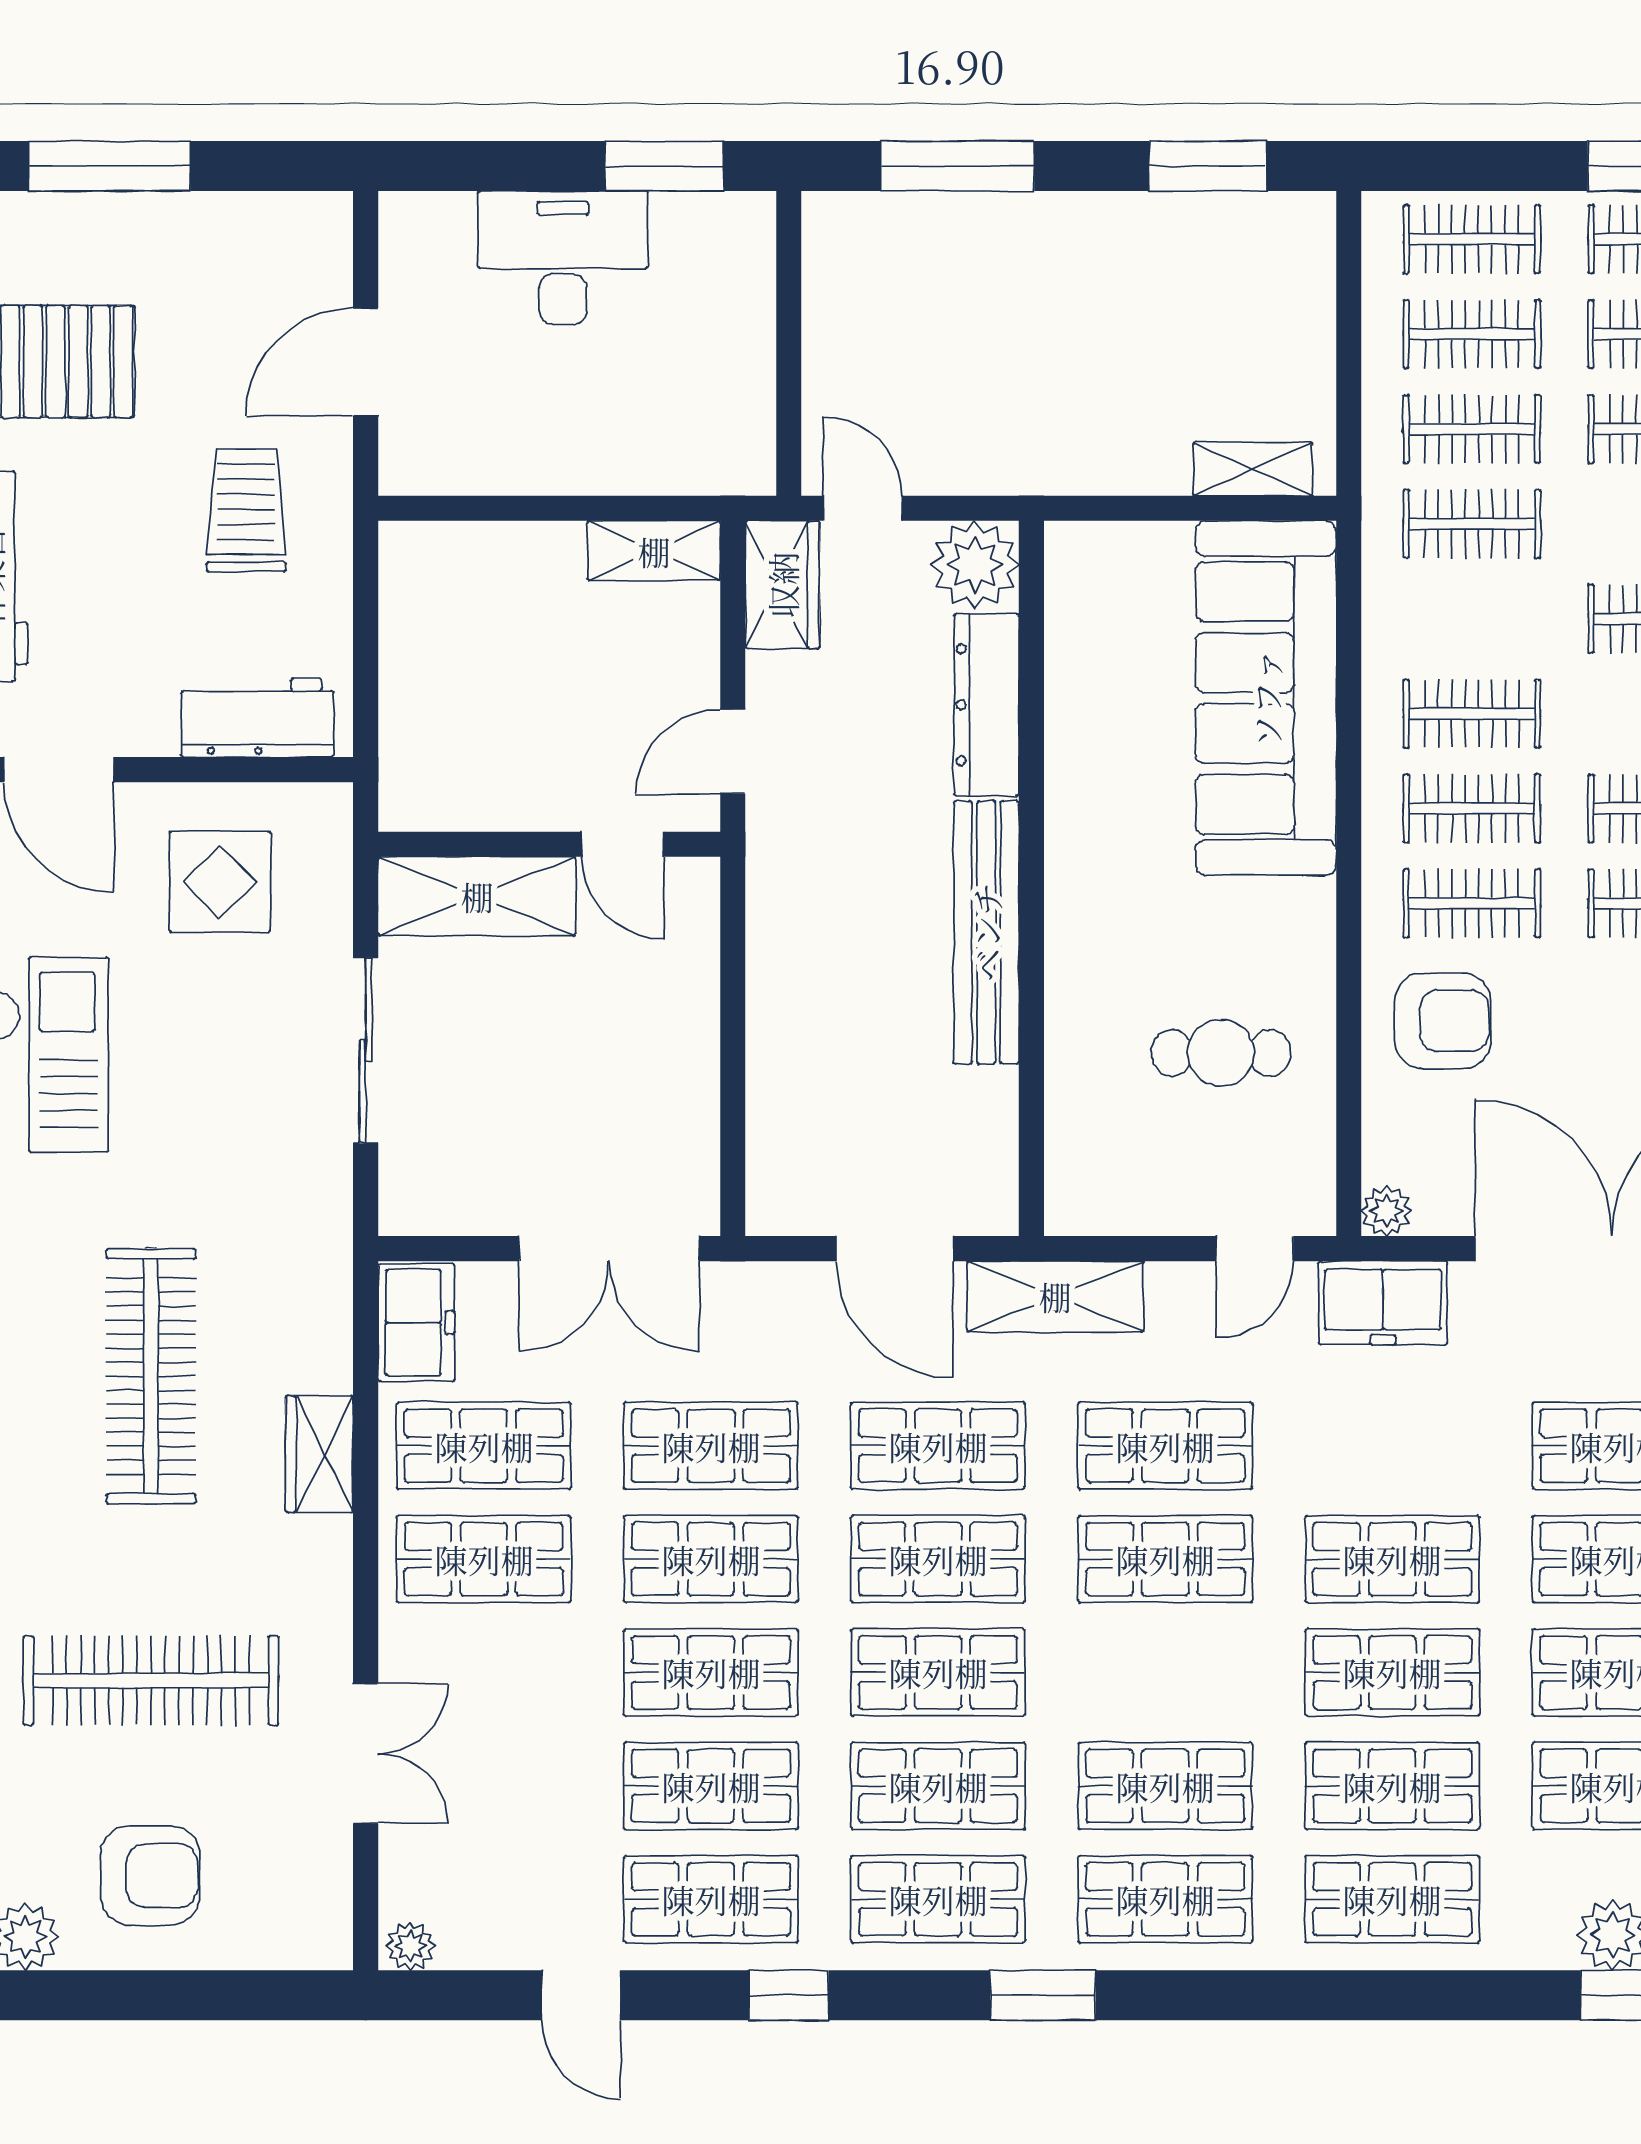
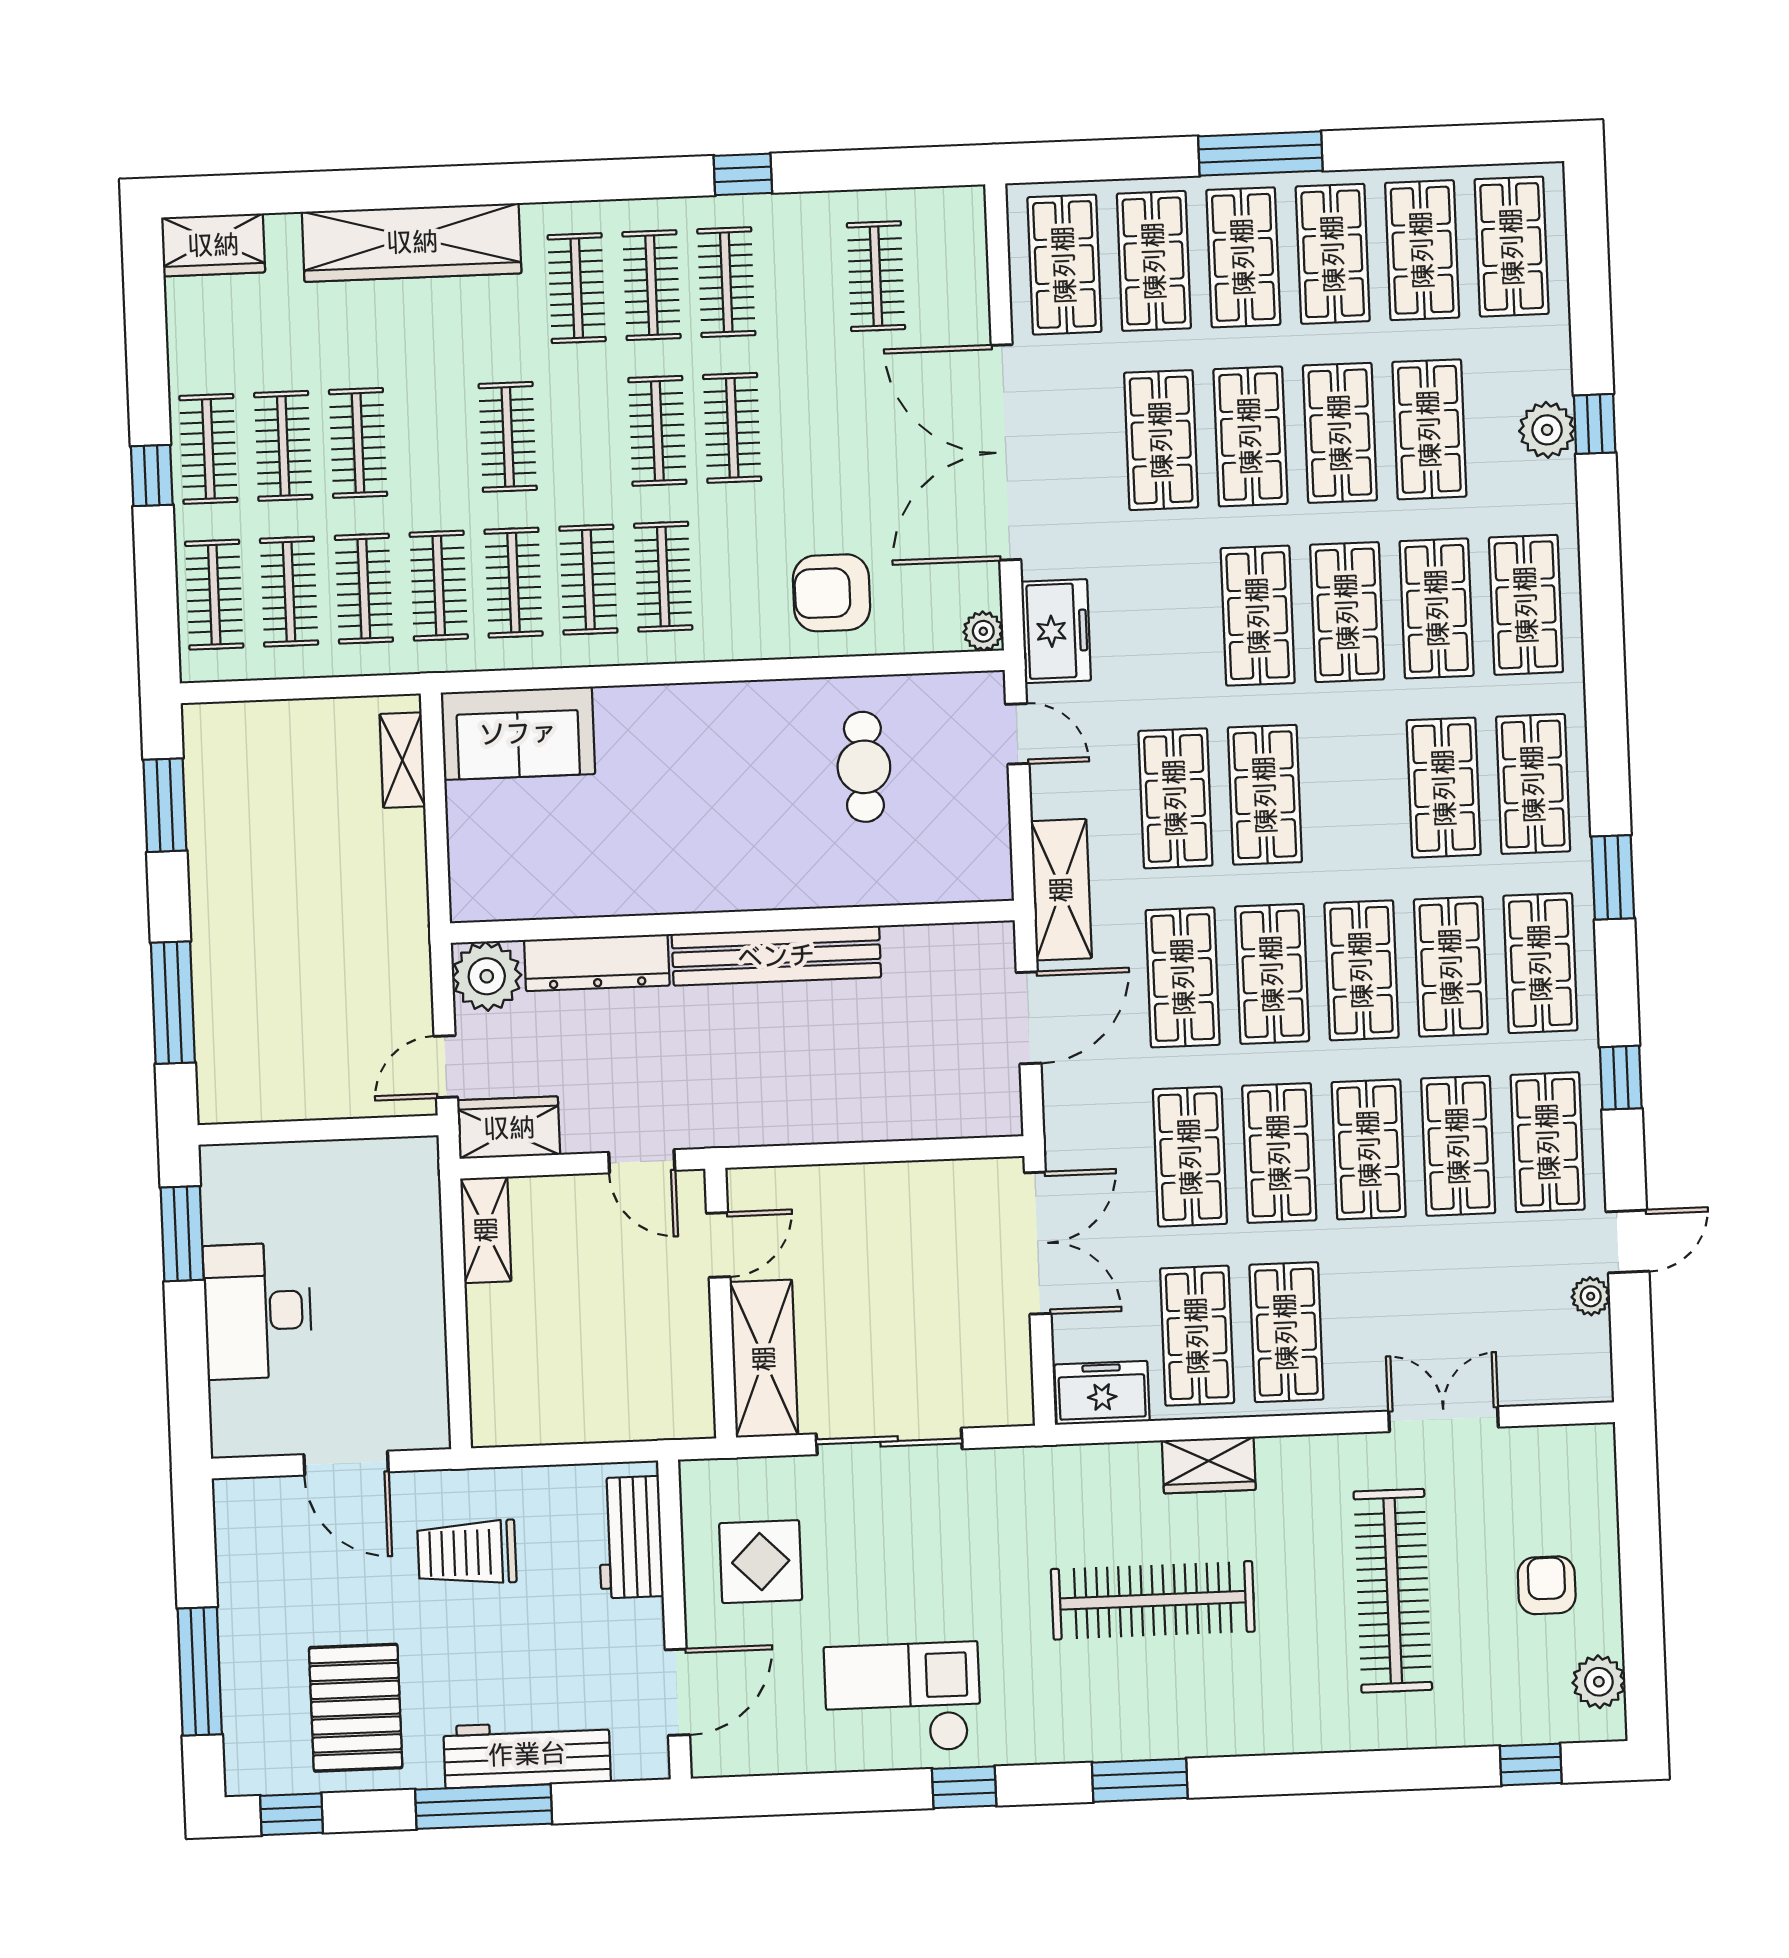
sofa: (1266, 698) -> (518, 733), width x0.54, depth x0.79
clothes rail: (1472, 903) -> (514, 583), moved
armchair: (1443, 1021) -> (832, 593), turned -90
armchair: (150, 1876) -> (1547, 1585), width x0.72, depth x0.72
plant: (411, 1946) -> (1591, 1296), moved

